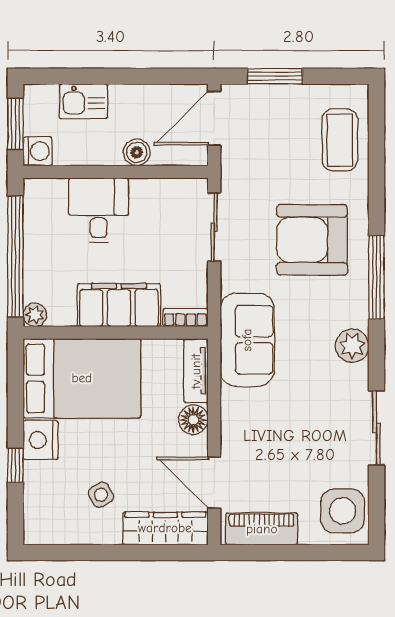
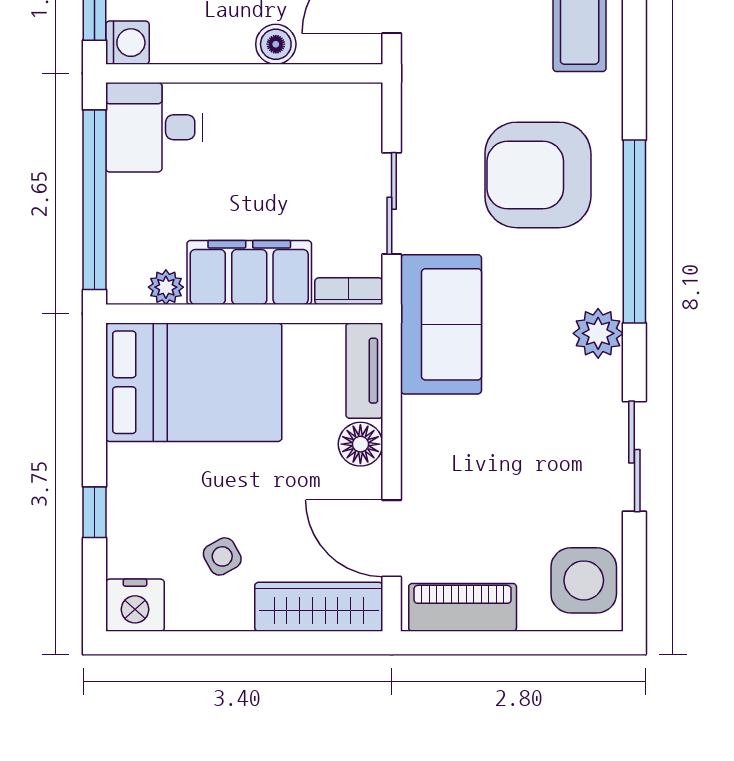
desk: (99, 210) -> (154, 127), moved, turned -90
sliding door: (214, 227) -> (392, 203), moved
window: (376, 278) -> (634, 231), width x1.46
plant: (35, 315) -> (166, 287), moved
nightstand: (41, 440) -> (135, 605), moved, turned -90

